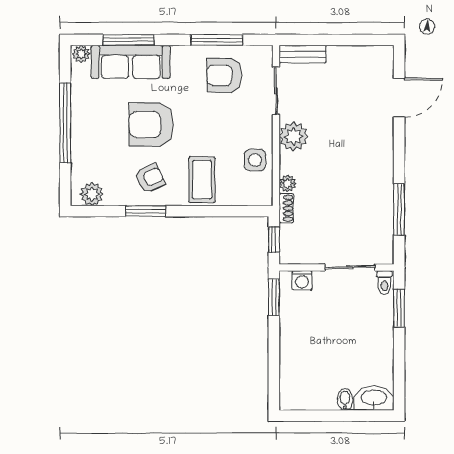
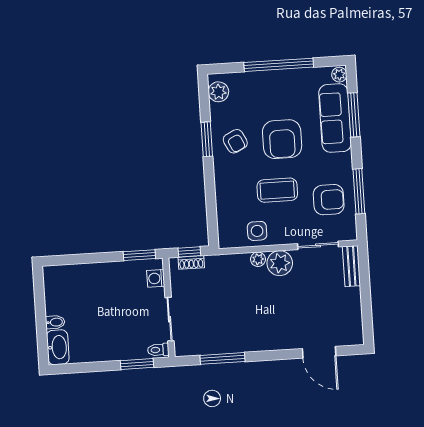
armchair: (224, 75) -> (329, 200), turned 90
armchair: (151, 124) -> (282, 139), turned 180
coffee table: (202, 180) -> (277, 190), moved
plant: (288, 183) -> (258, 259), moved
shoe rack: (286, 208) -> (191, 262), moved

